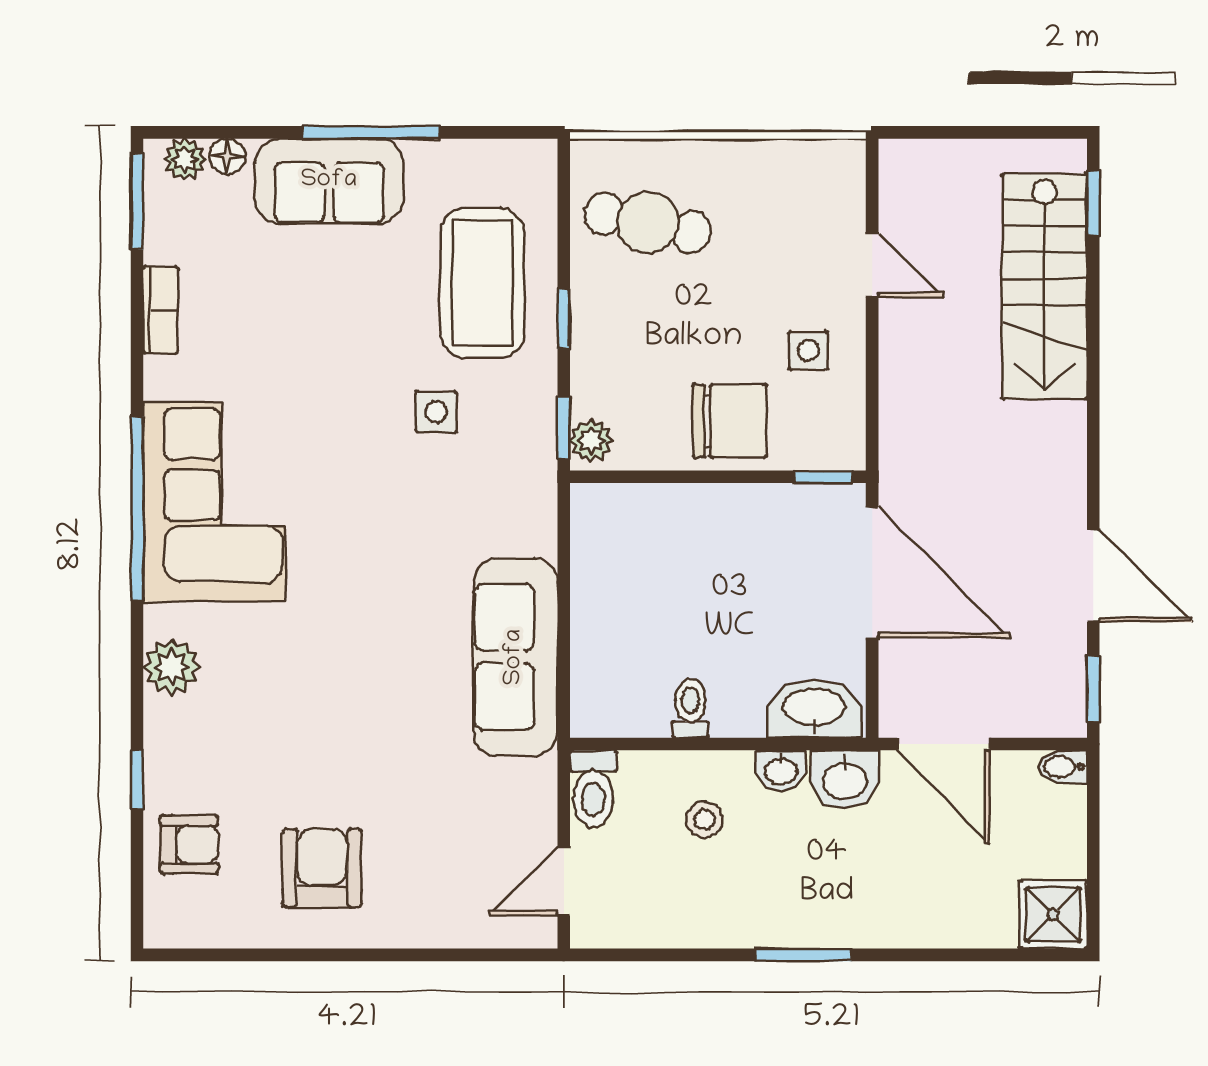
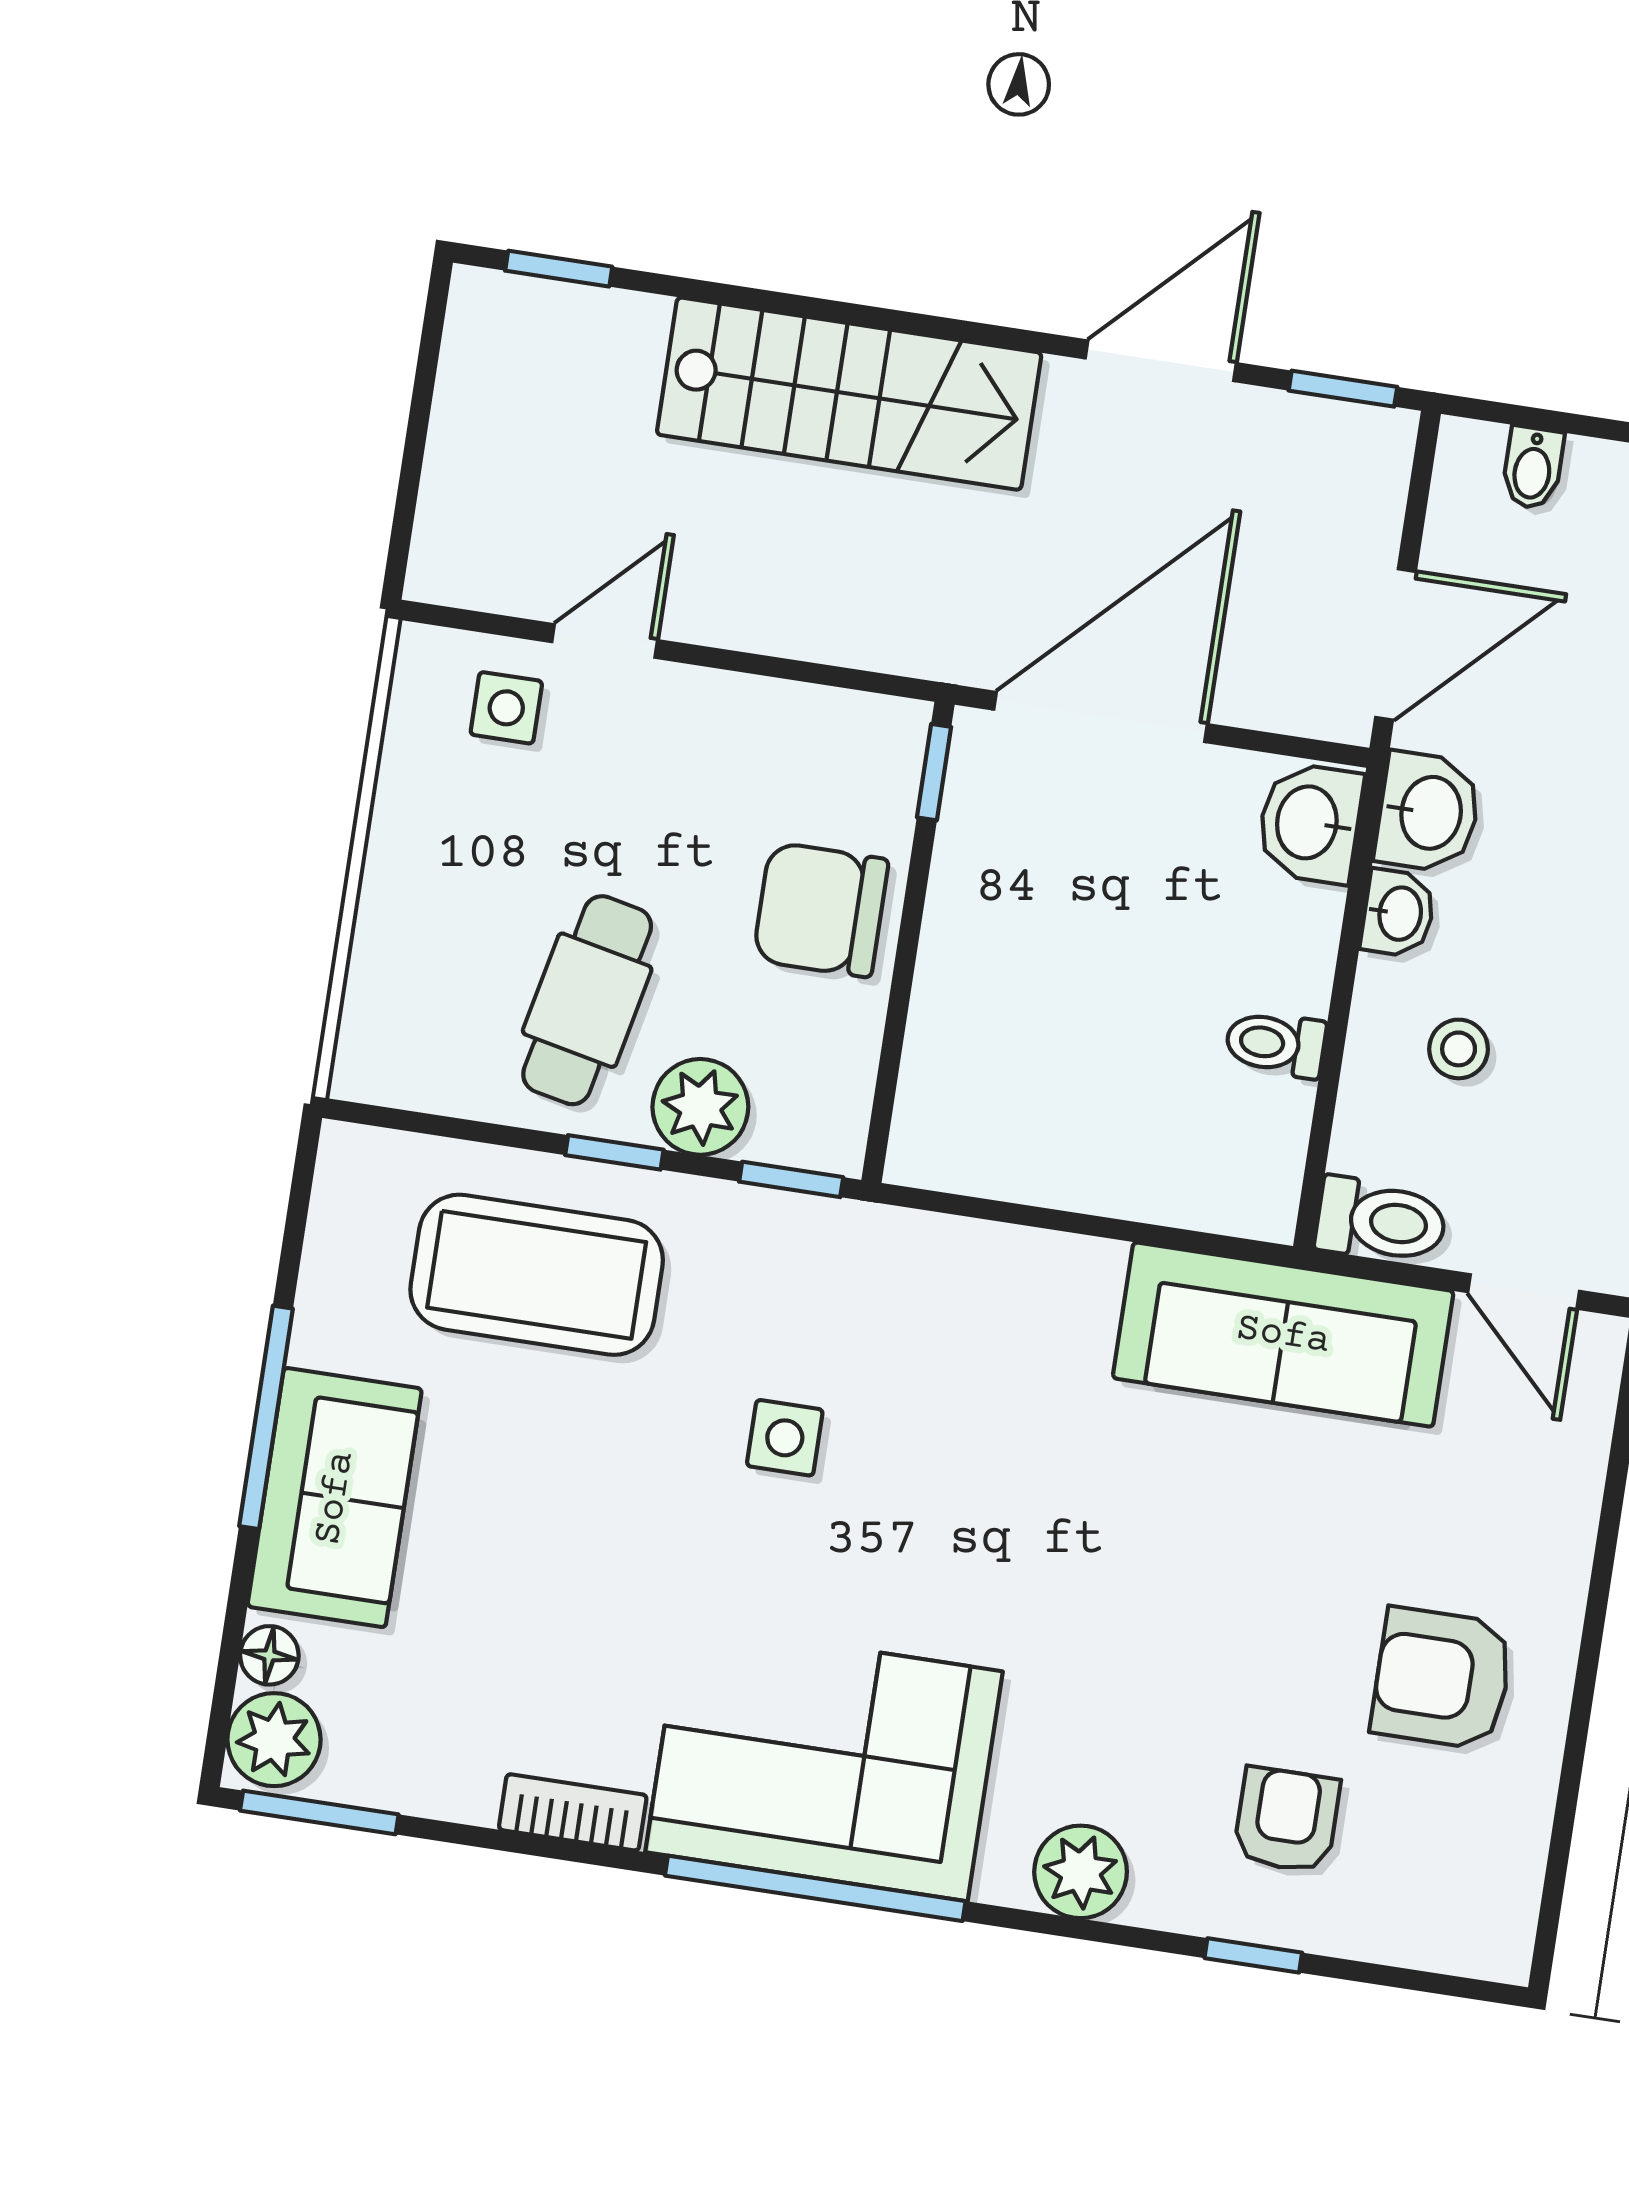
plant: (185, 159) -> (274, 1740), width x1.38, depth x1.38
cafe table: (648, 223) -> (587, 1000), moved
stairs: (1044, 286) -> (849, 394), moved
bookcase: (161, 310) -> (573, 1812), moved
side table: (808, 351) -> (506, 708), moved
side table: (436, 412) -> (785, 1438), moved
chair: (730, 421) -> (821, 910), turned -90
plant: (591, 440) -> (700, 1107), moved, width x1.38, depth x1.38
sofa: (515, 657) -> (1283, 1335), moved
washbasin: (814, 709) -> (1310, 823), width x0.72
bidet: (1063, 767) -> (1533, 468), moved
armchair: (189, 844) -> (1287, 1820), moved

